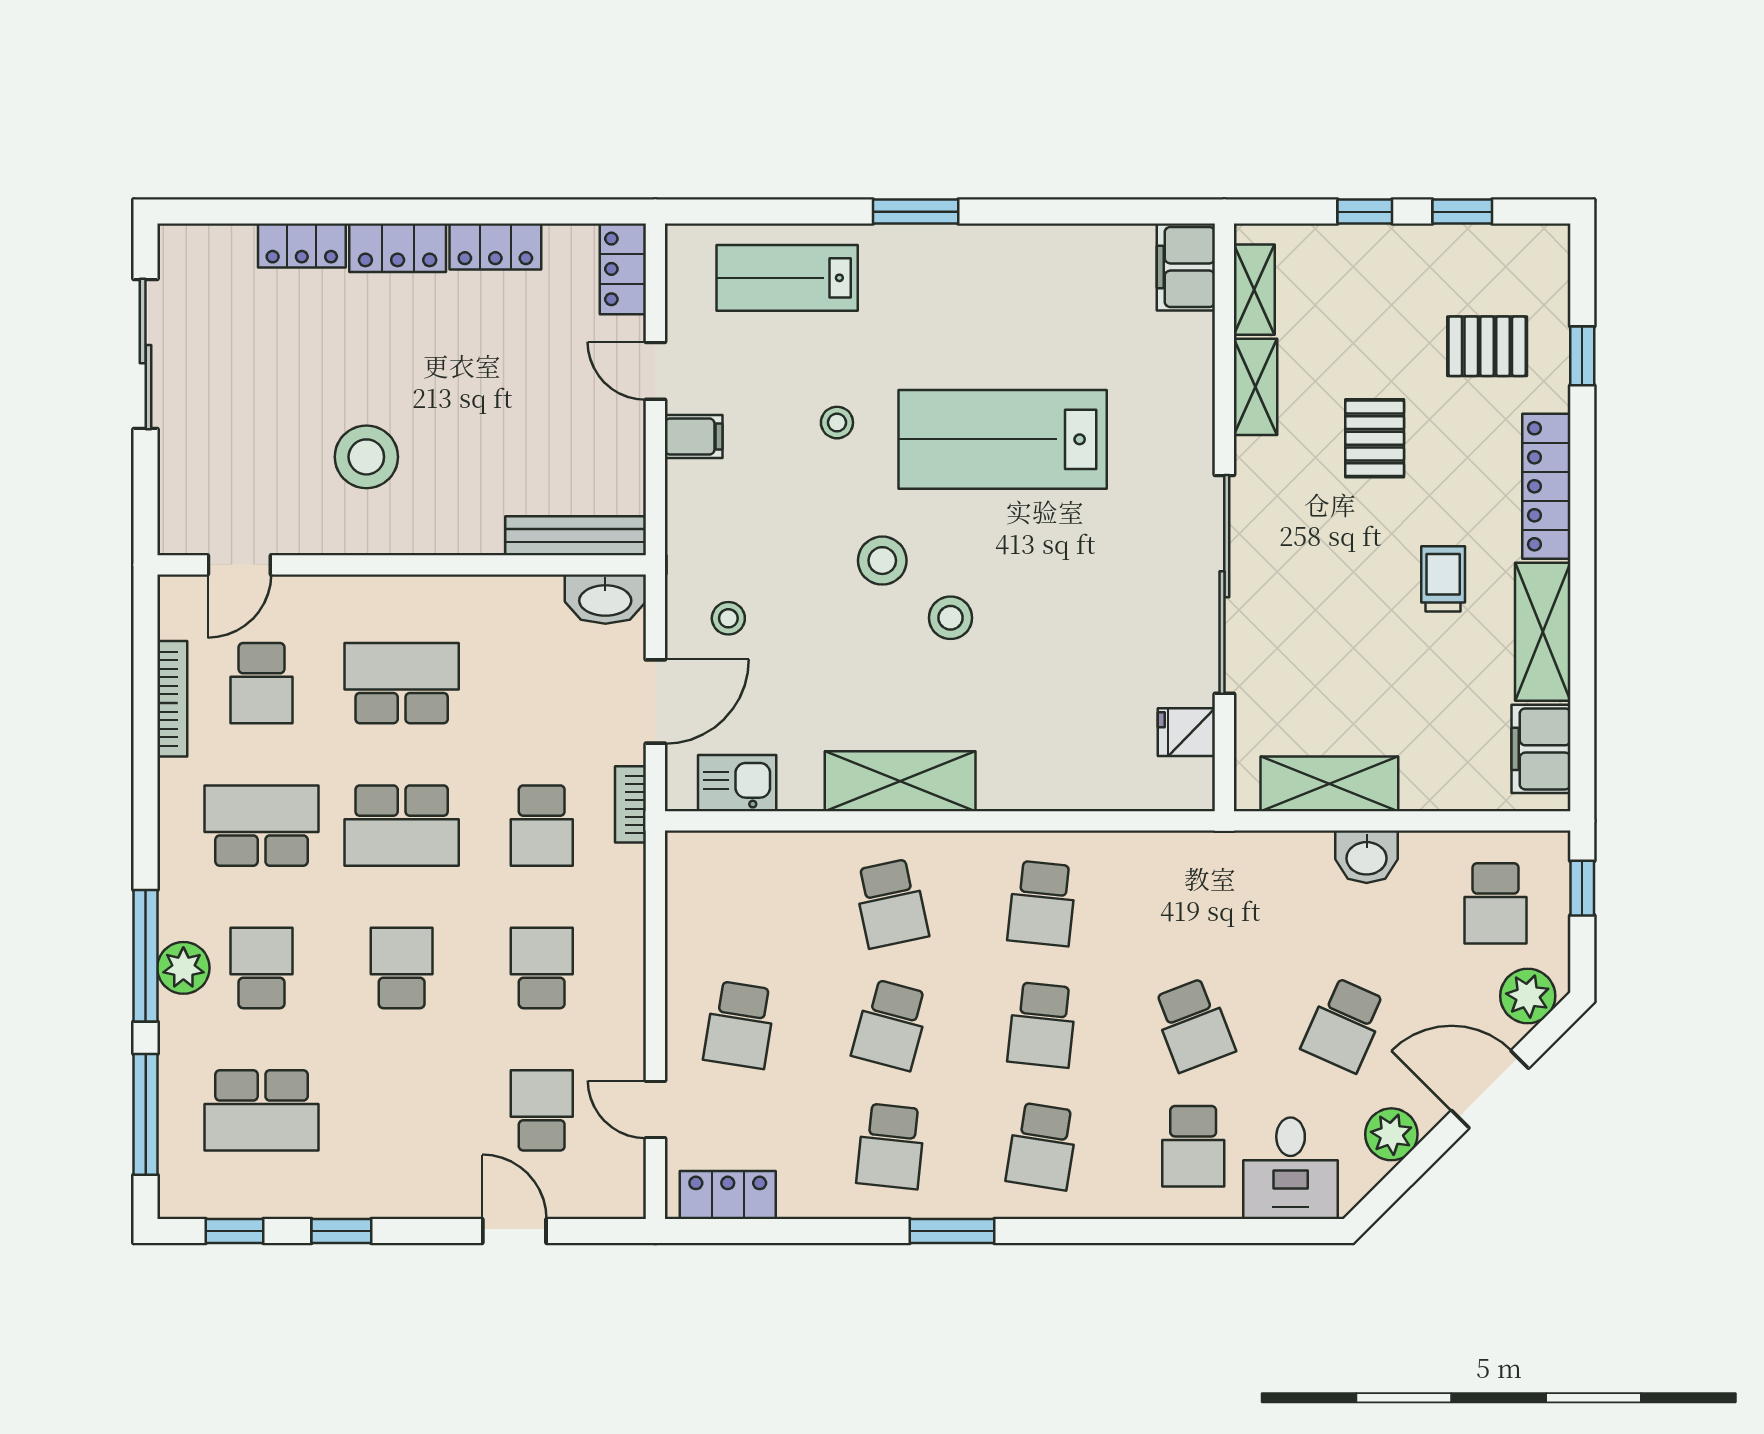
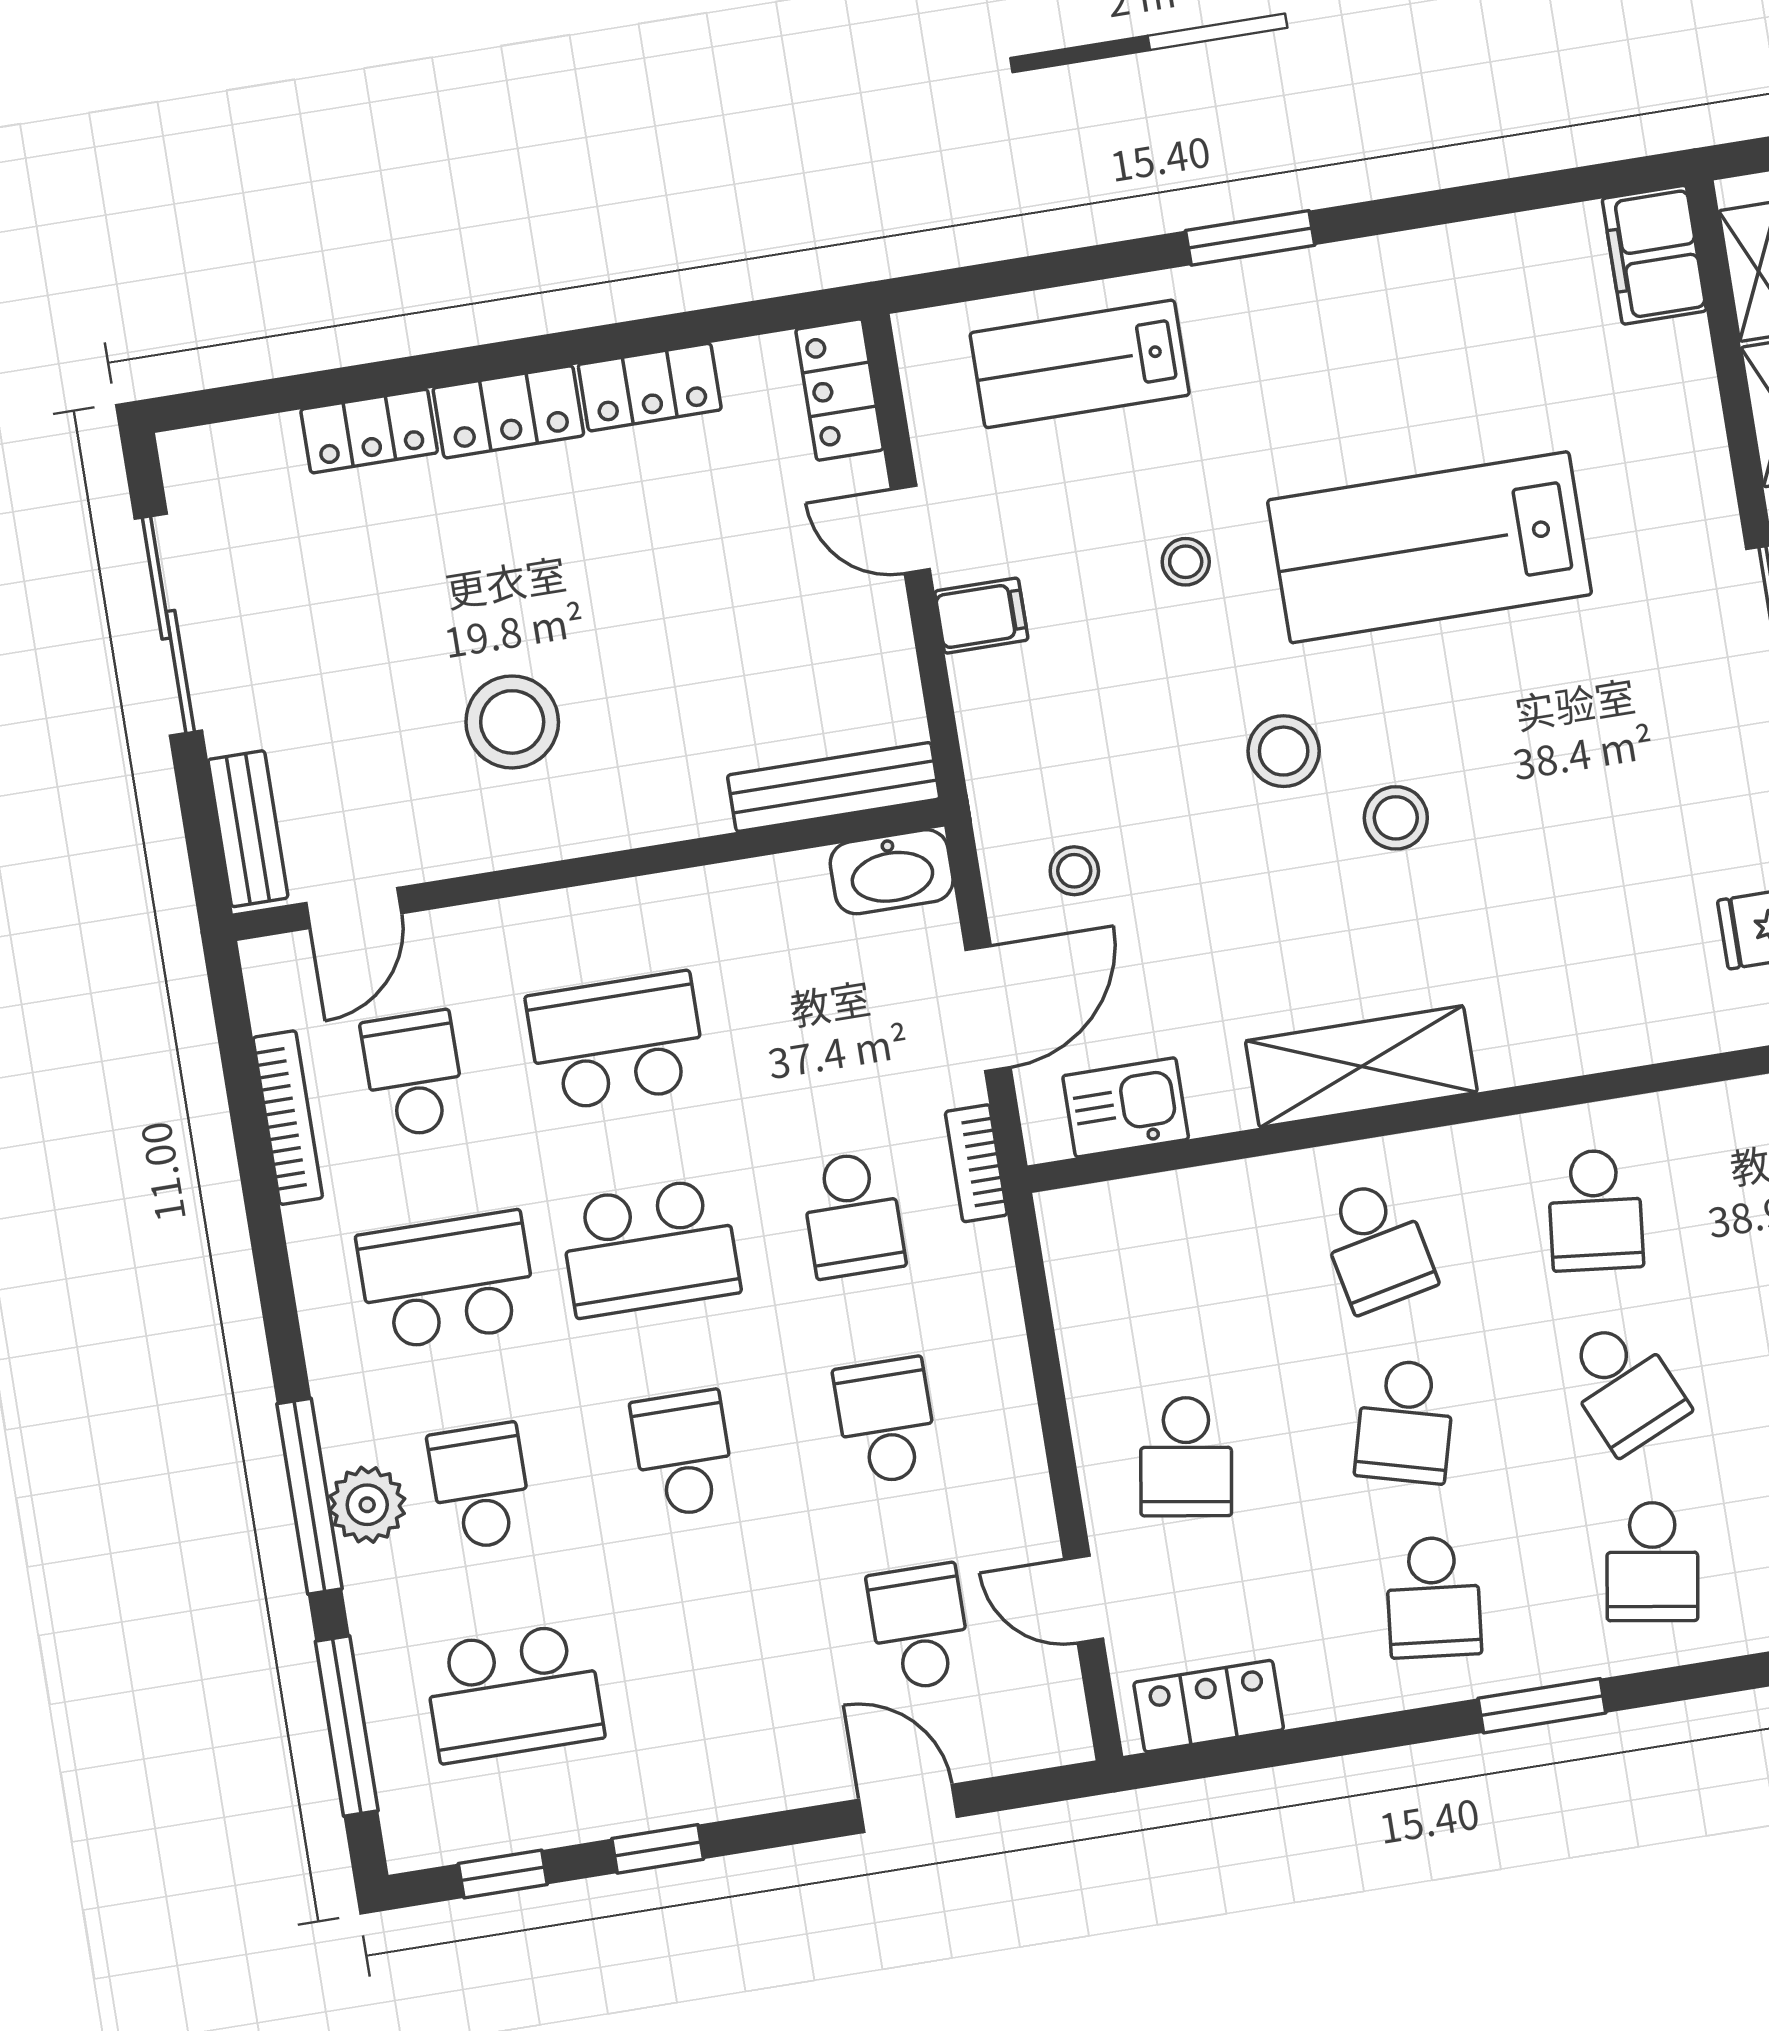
bench: (177, 500) -> (248, 829), added
school desk: (262, 683) -> (413, 1074), turned 180
school desk: (1042, 1025) -> (1624, 1386), turned -30

